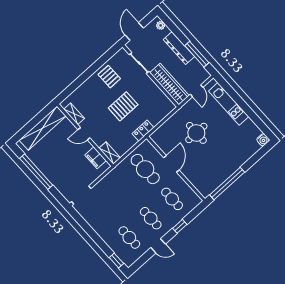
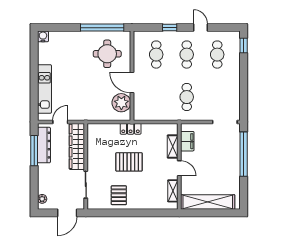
dresser: (179, 48) -> (44, 145), moved
round table: (196, 133) -> (107, 54), moved
plant: (166, 143) -> (121, 103), added
shelving: (110, 153) -> (173, 147), moved
door: (171, 164) -> (132, 83), hinge flipped
cafe table: (145, 169) -> (187, 97), moved, width x0.73, depth x0.74
window: (36, 172) -> (244, 154), moved

